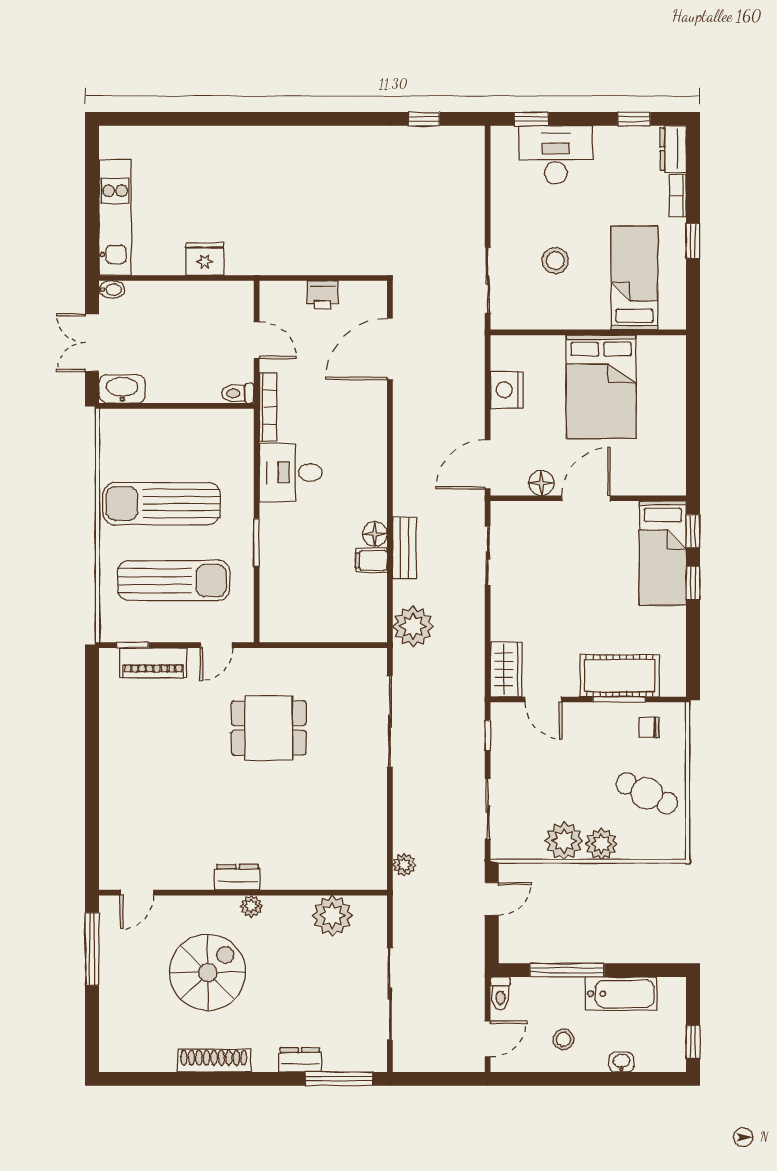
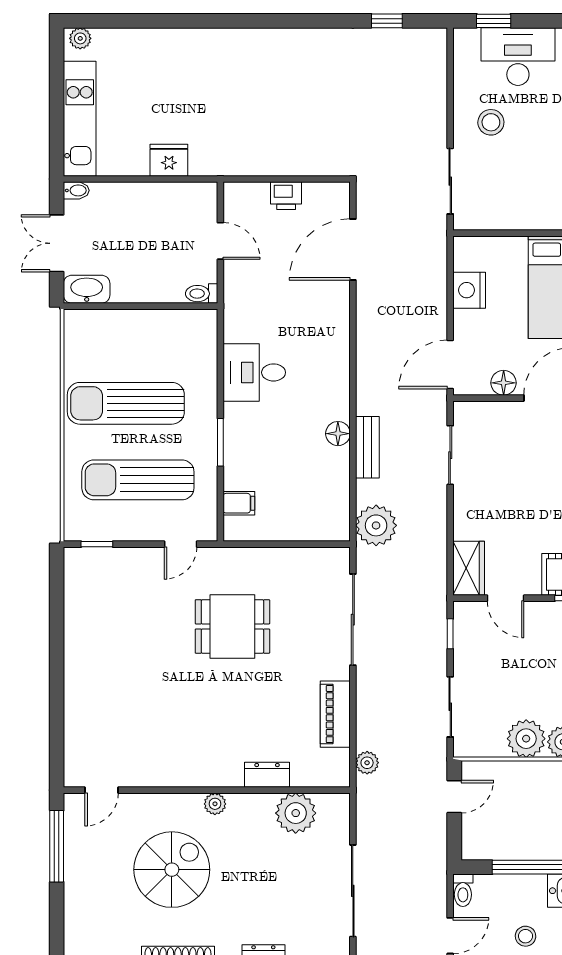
plant: (116, 137) -> (80, 38), added
stool: (555, 261) -> (491, 122), moved
bookcase: (268, 407) -> (232, 307), removed
filing cabinet: (371, 560) -> (239, 503), moved, turned 180
sun lounger: (174, 581) -> (138, 480), turned 180
piano: (153, 663) -> (335, 714), moved, turned 90
dresser: (237, 877) -> (267, 775), moved

